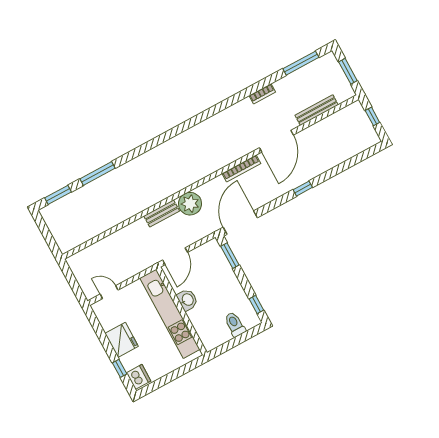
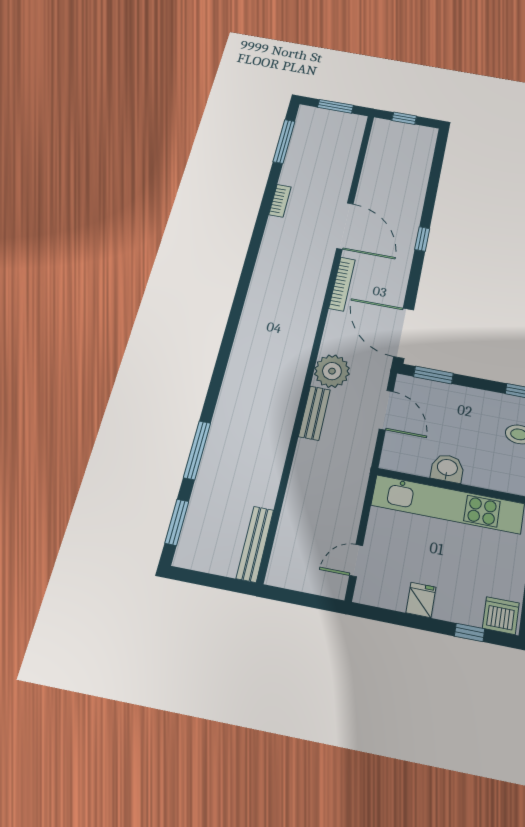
bench: (317, 110) -> (255, 544), moved
door: (175, 256) -> (386, 410), moved
fridge: (122, 340) -> (421, 600), width x0.53, depth x0.75

